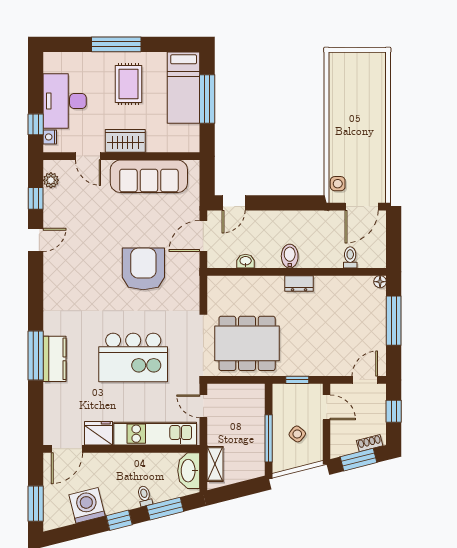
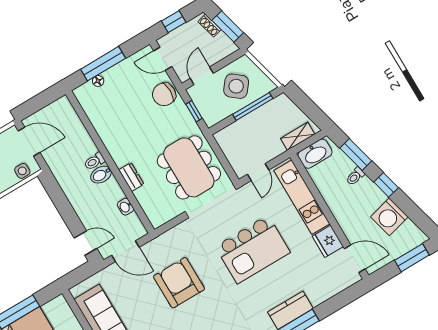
toilet: (350, 257) -> (94, 161), moved
armchair: (143, 269) -> (179, 283), turned 90
floor lamp: (380, 282) -> (98, 81), moved
dresser: (299, 284) -> (131, 177), moved
kitchen island: (133, 357) -> (253, 250), turned 90
chair: (330, 361) -> (164, 94), added
side table: (297, 434) -> (236, 86), width x1.87, depth x1.87

